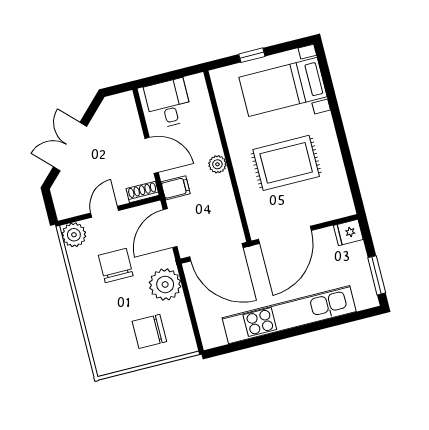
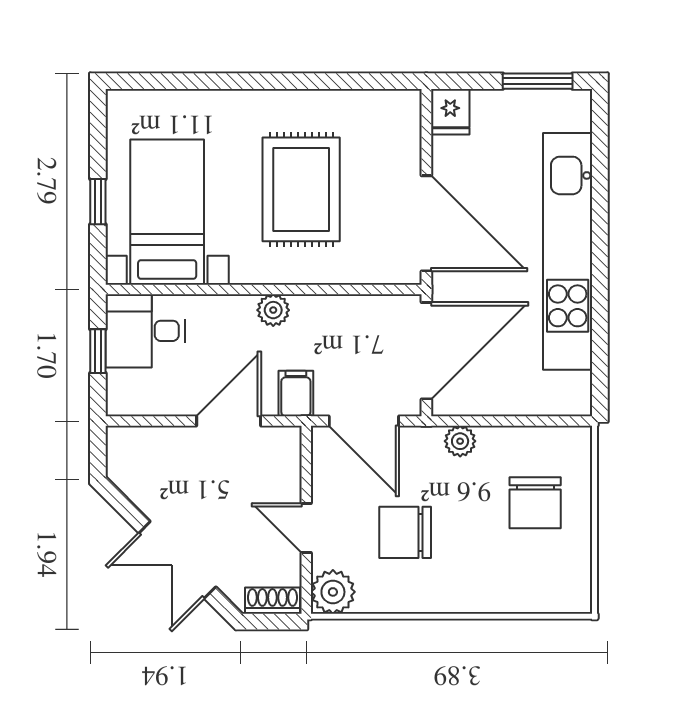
window: (171, 76) -> (98, 351), added
bed with nightstands: (283, 87) -> (167, 212), moved, turned 180
desk: (168, 104) -> (145, 331), moved
shoe rack: (143, 192) -> (272, 601), moved, turned 90
plant: (165, 284) -> (460, 441), width x0.53, depth x0.53

